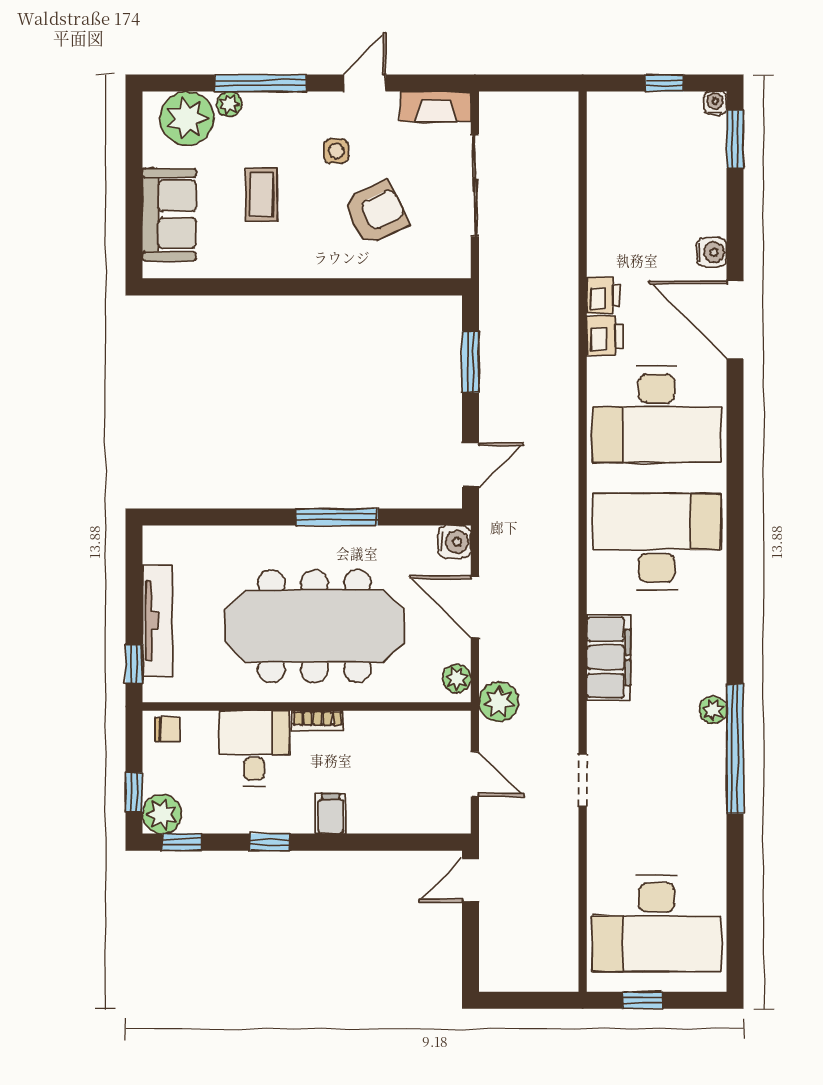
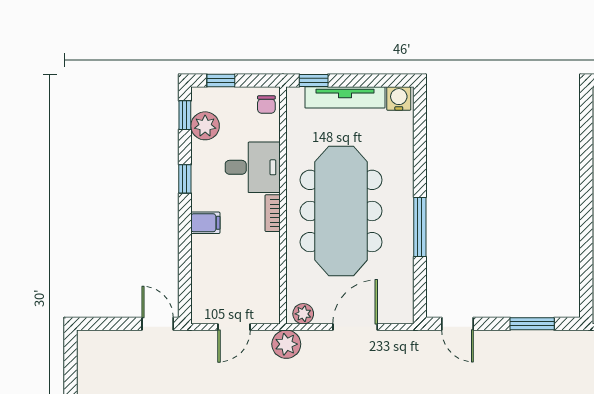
water cooler: (454, 542) -> (399, 98), moved, turned 180
plant: (162, 814) -> (205, 126), moved

